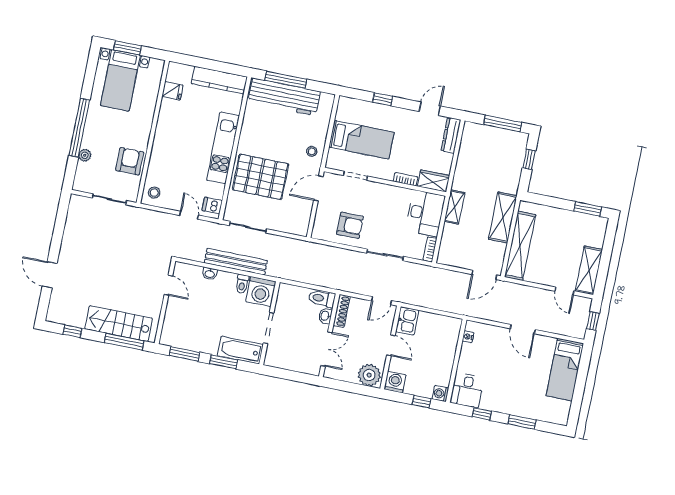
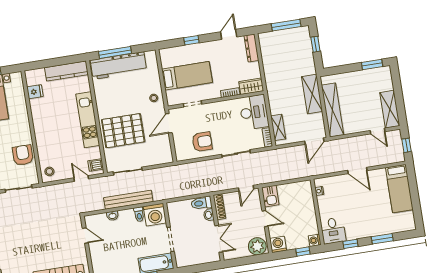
shelving: (455, 207) -> (278, 127), moved

